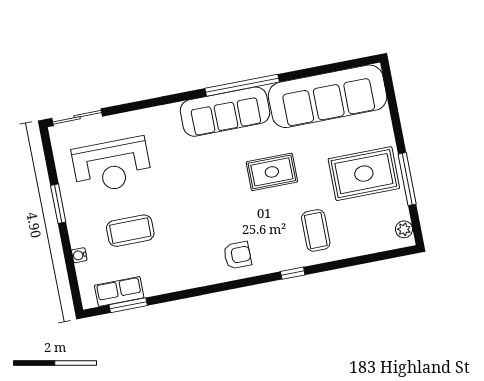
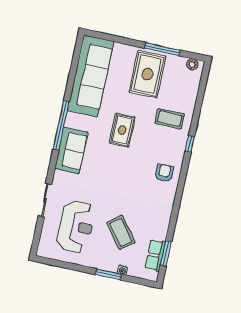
sofa: (225, 112) -> (71, 150), width x0.73
sliding door: (77, 117) -> (45, 200), moved
window: (58, 204) -> (108, 274), moved
coffee table: (130, 231) -> (121, 232), turned -38

